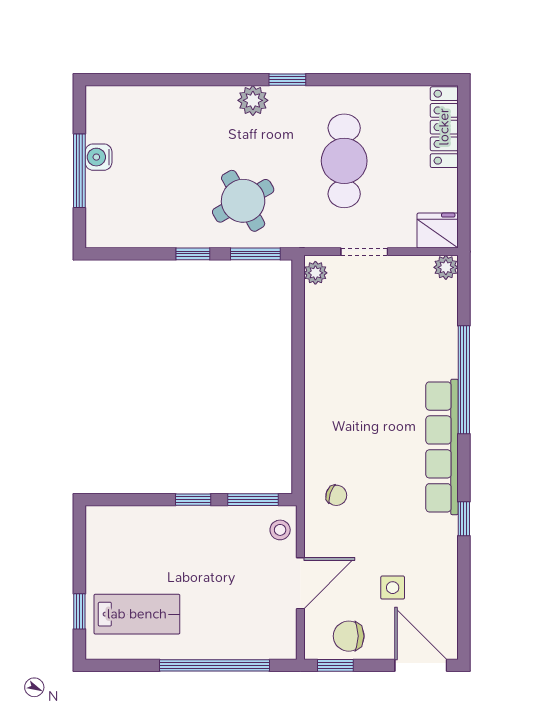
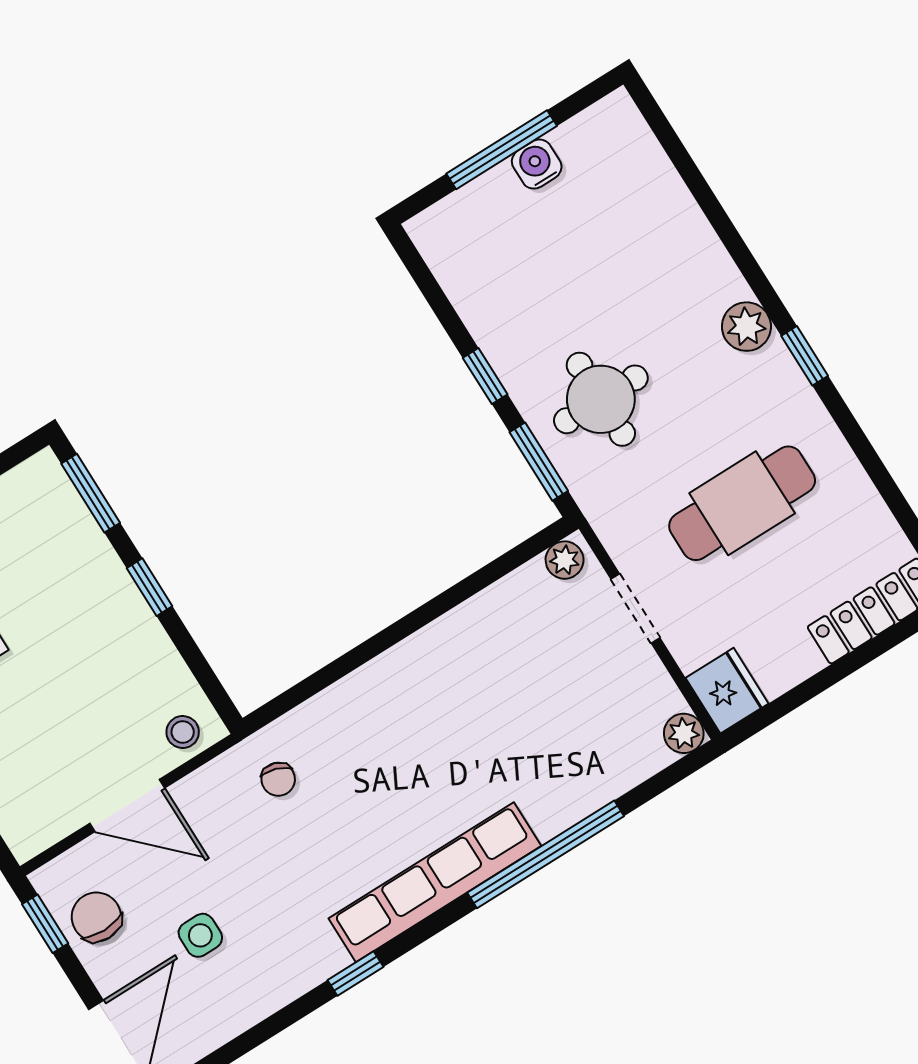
round table: (243, 201) -> (601, 399), turned 30
window: (253, 500) -> (91, 493), moved

